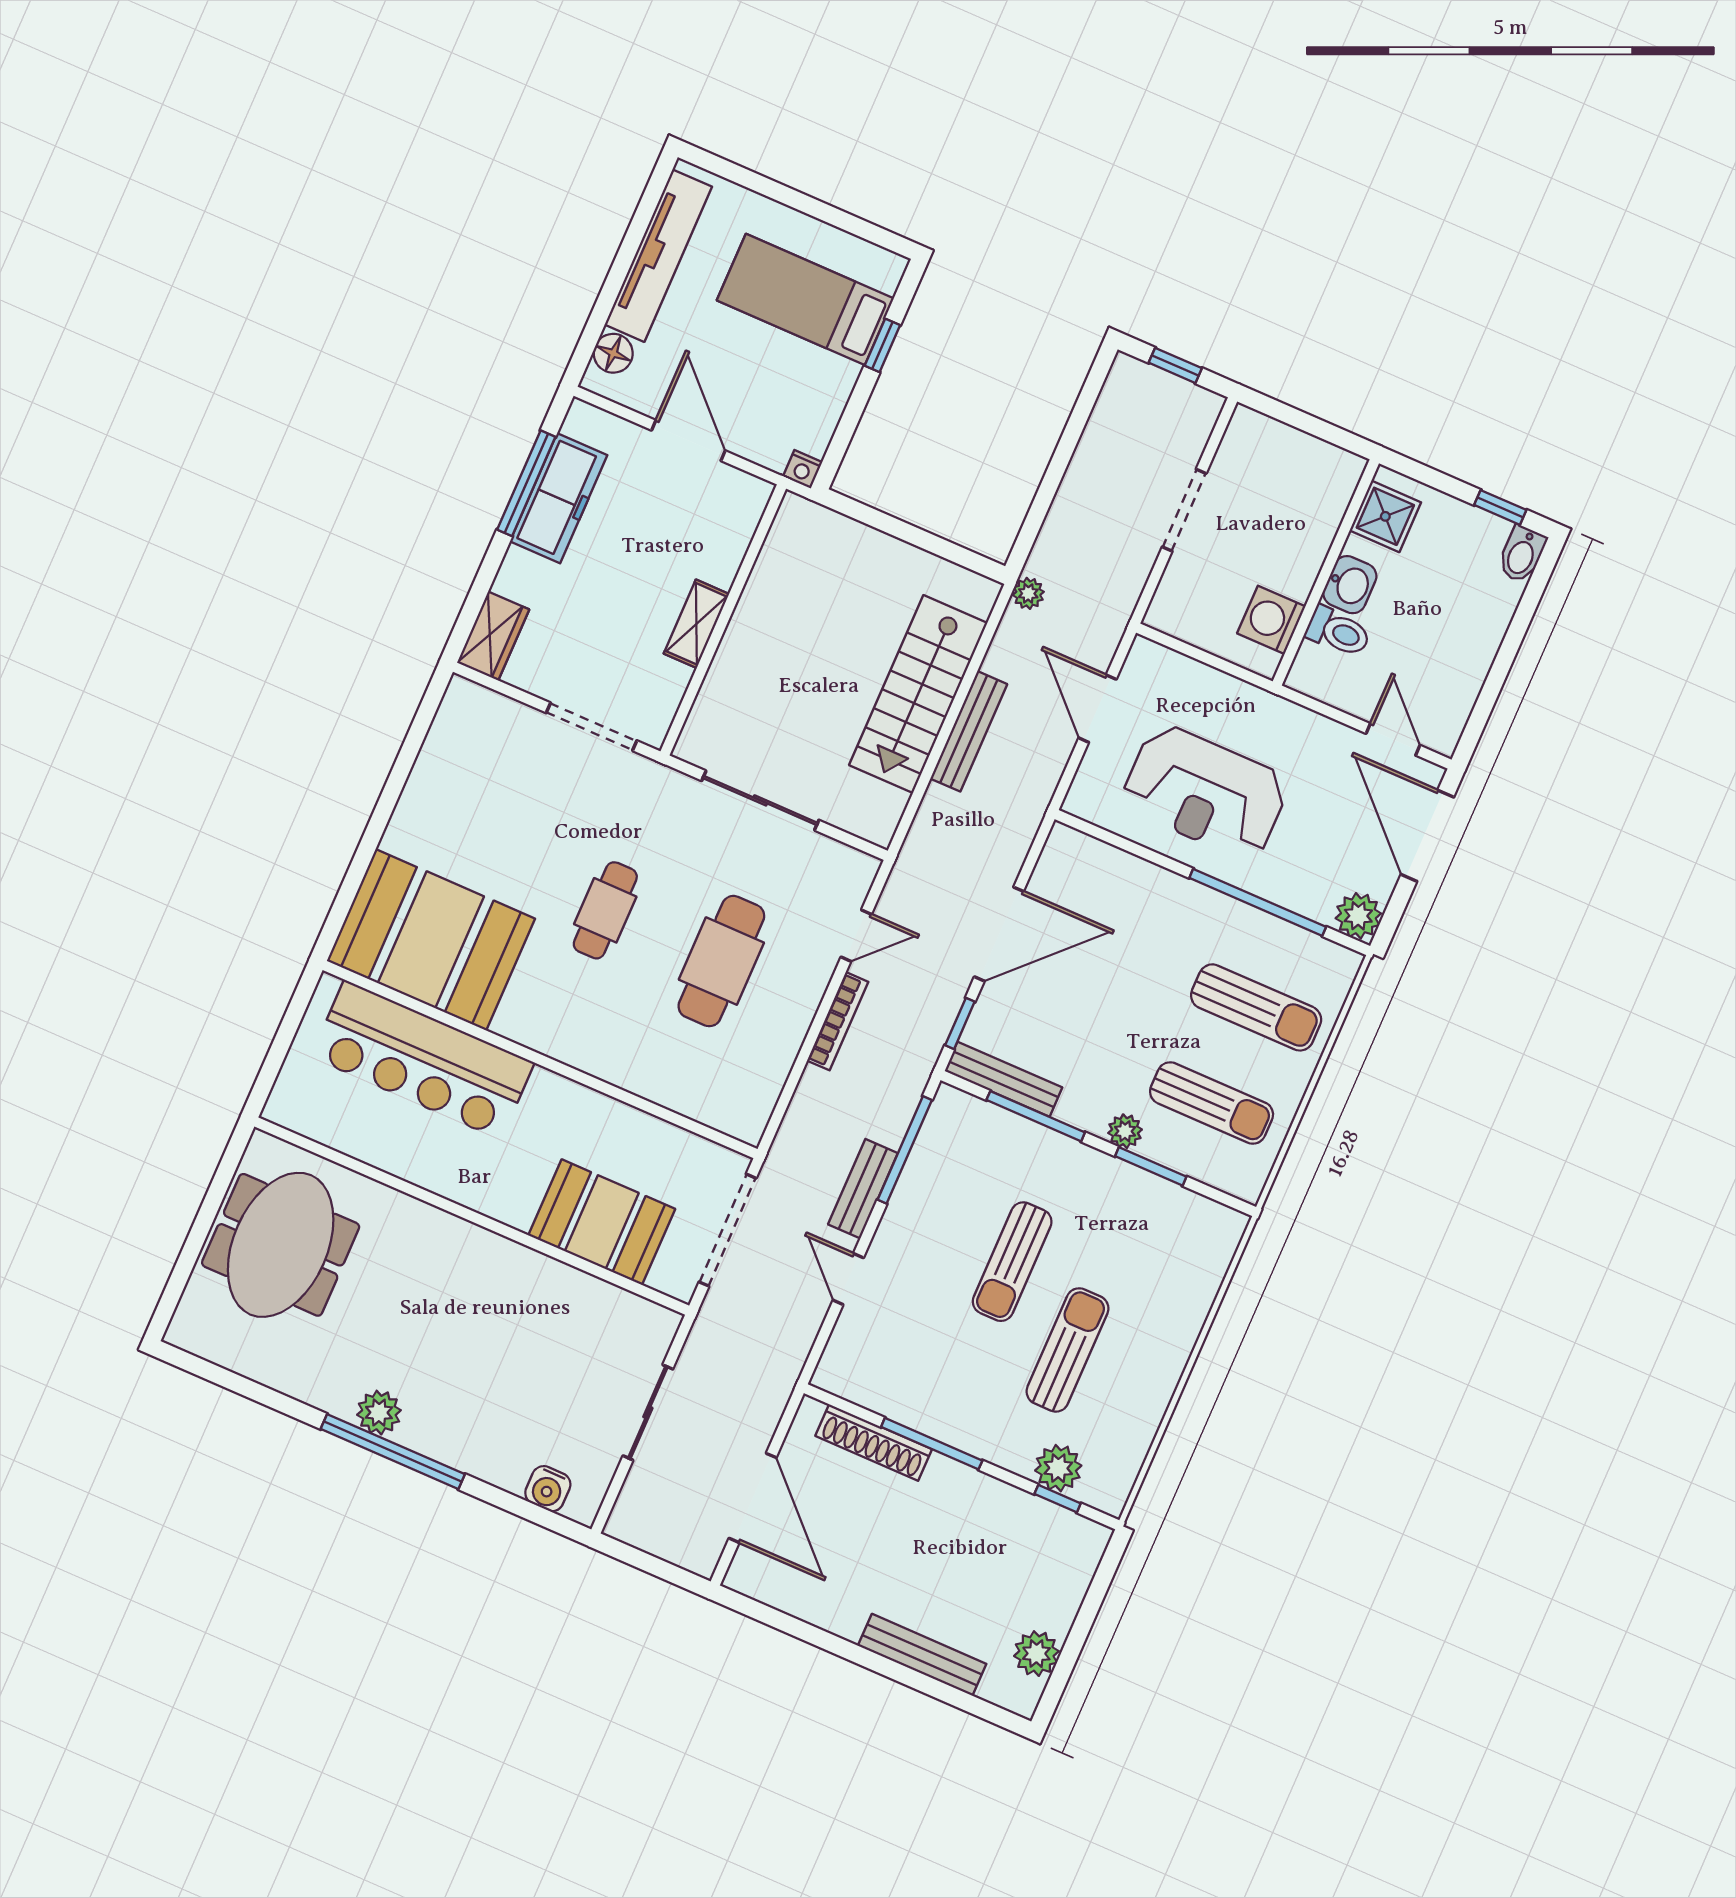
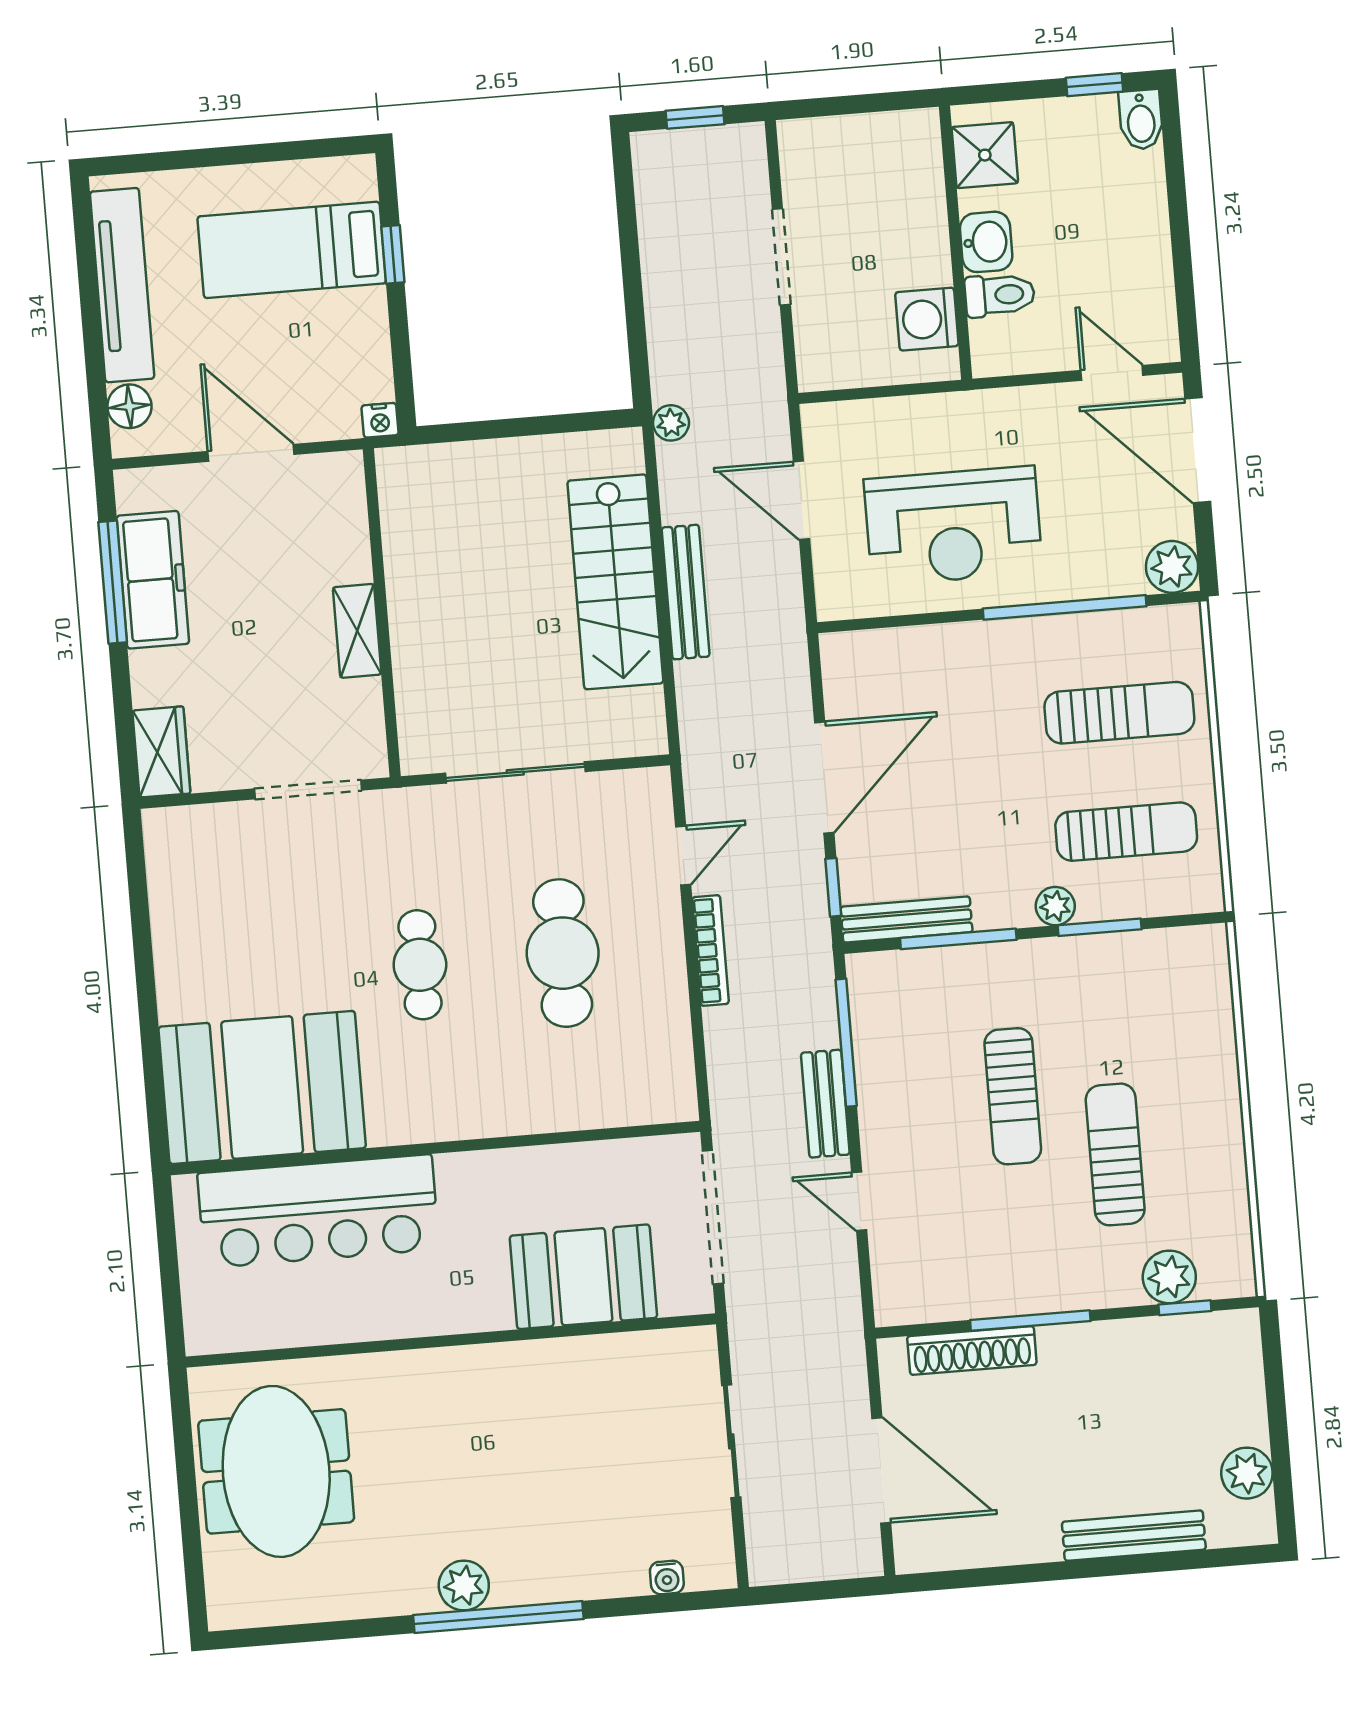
water cooler: (548, 1489) -> (667, 1578), width x0.72, depth x0.72

